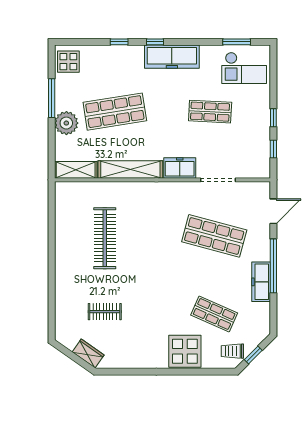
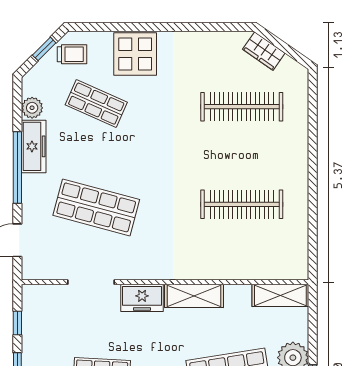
shelving: (130, 169) -> (194, 296), width x0.68
clothes rail: (105, 238) -> (242, 204), turned 90
plant: (262, 311) -> (32, 108), added
clothes rail: (105, 312) -> (242, 107), width x1.86, depth x1.31

